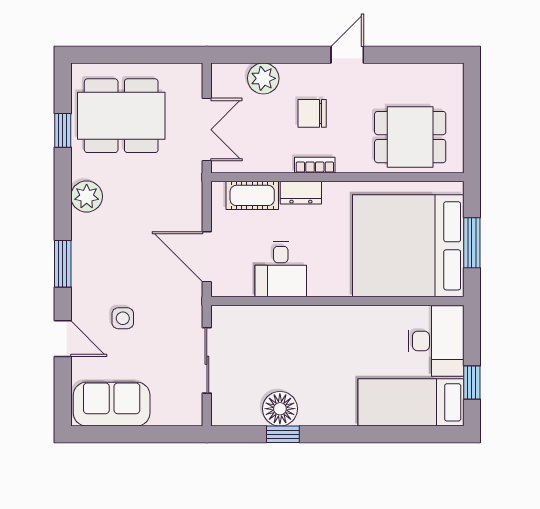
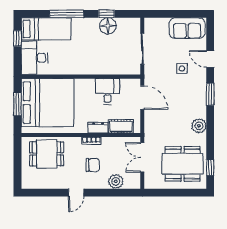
window: (63, 130) -> (210, 167), moved
window: (368, 434) -> (67, 14), added

